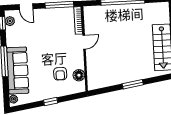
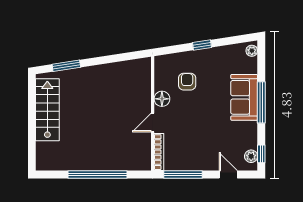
sofa: (18, 71) -> (244, 97), width x0.73
floor lamp: (79, 75) -> (162, 99), moved
window: (133, 84) -> (66, 66), moved

